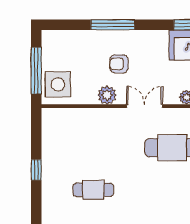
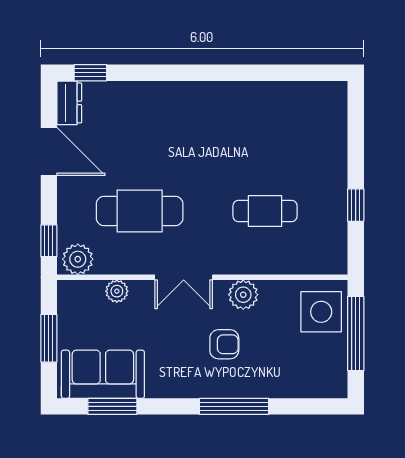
window: (36, 170) -> (356, 205), moved
cafe table: (93, 190) -> (265, 211), moved

